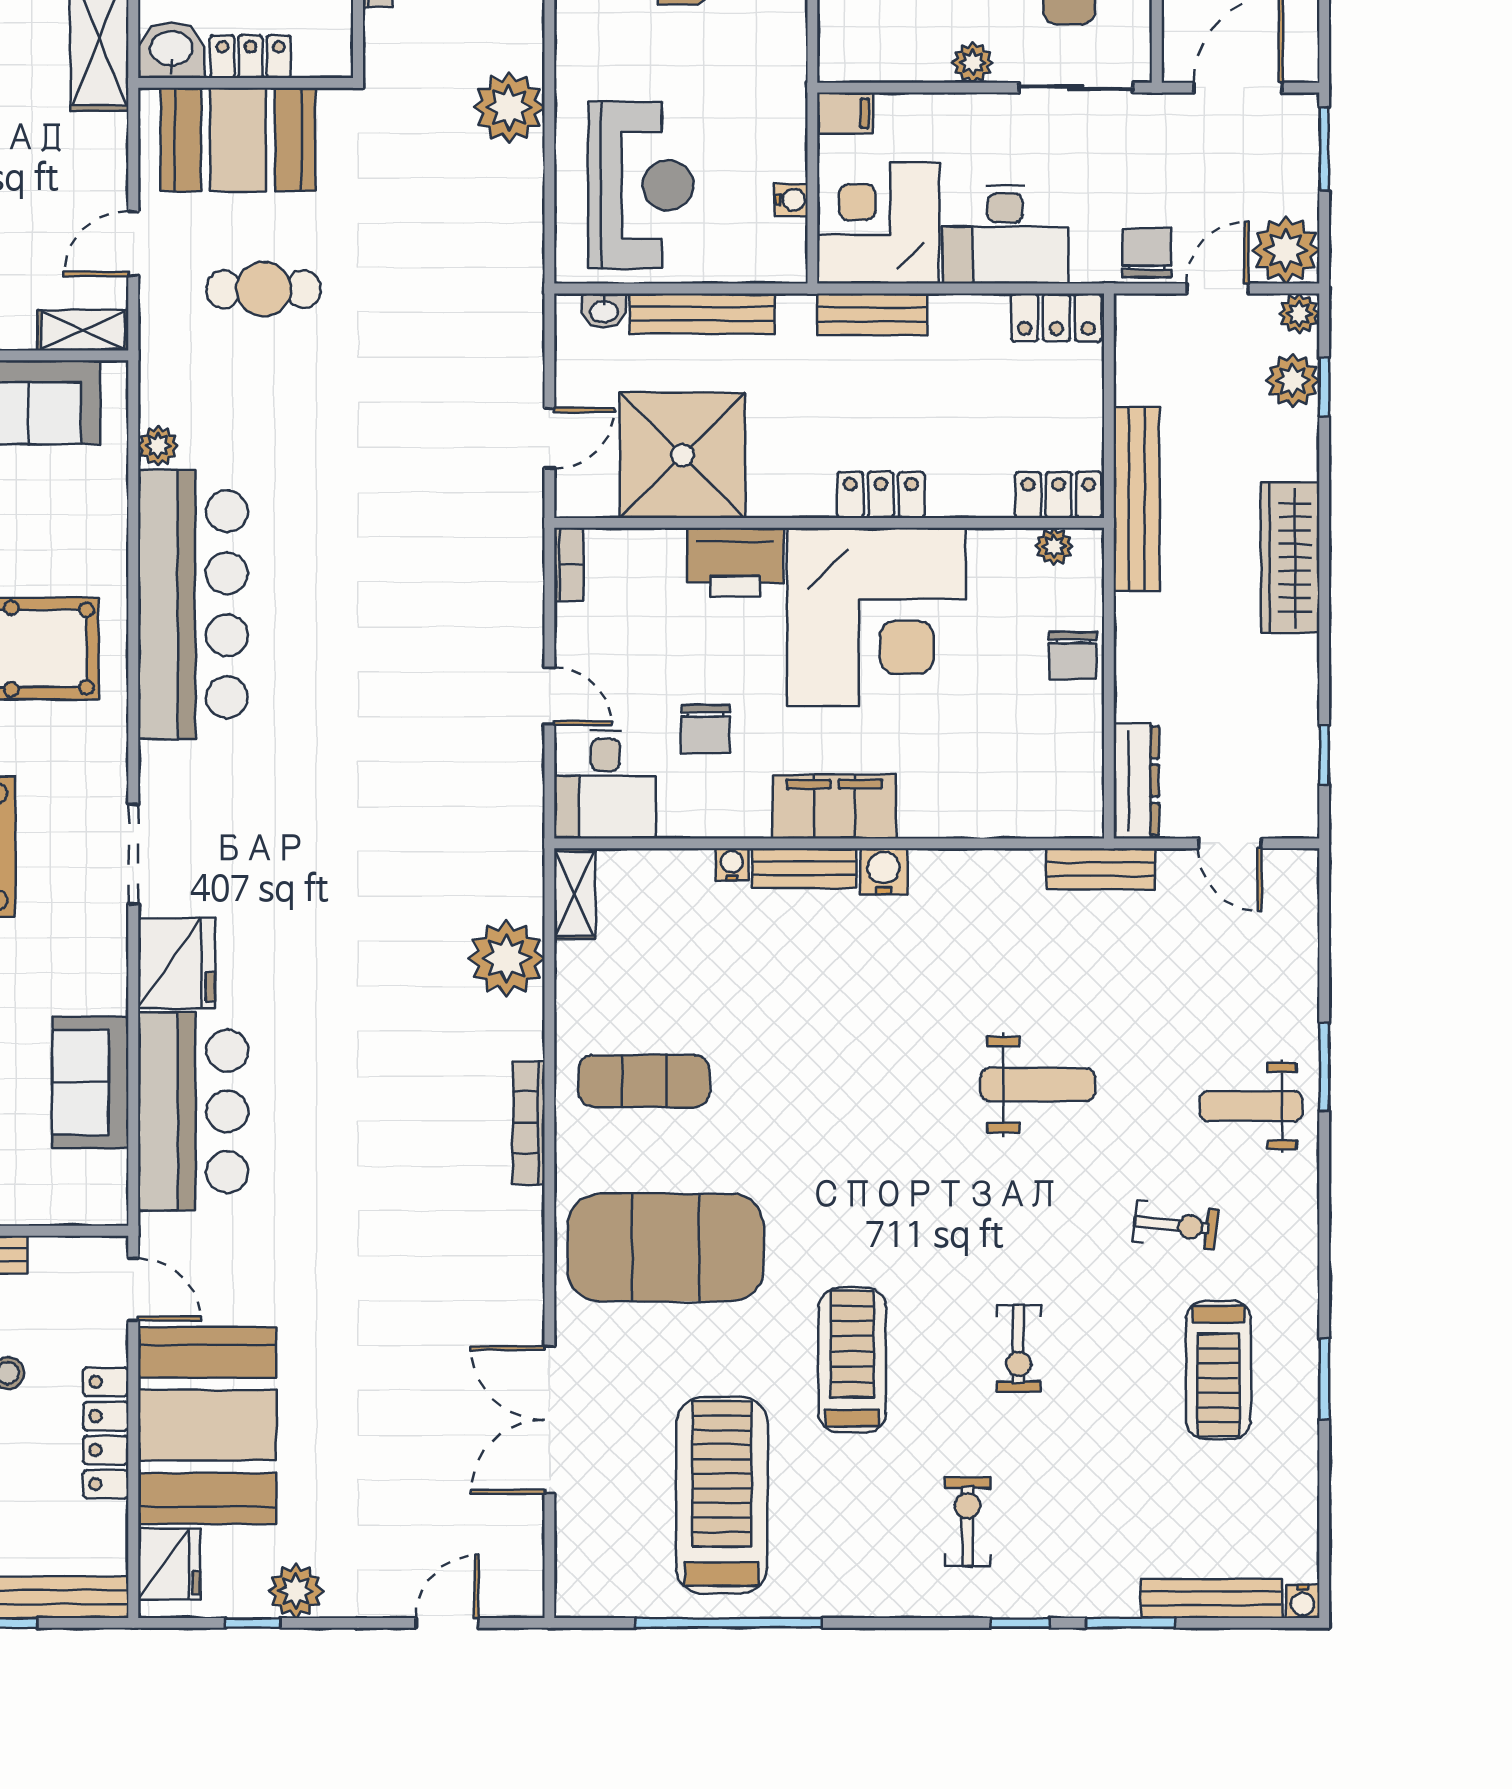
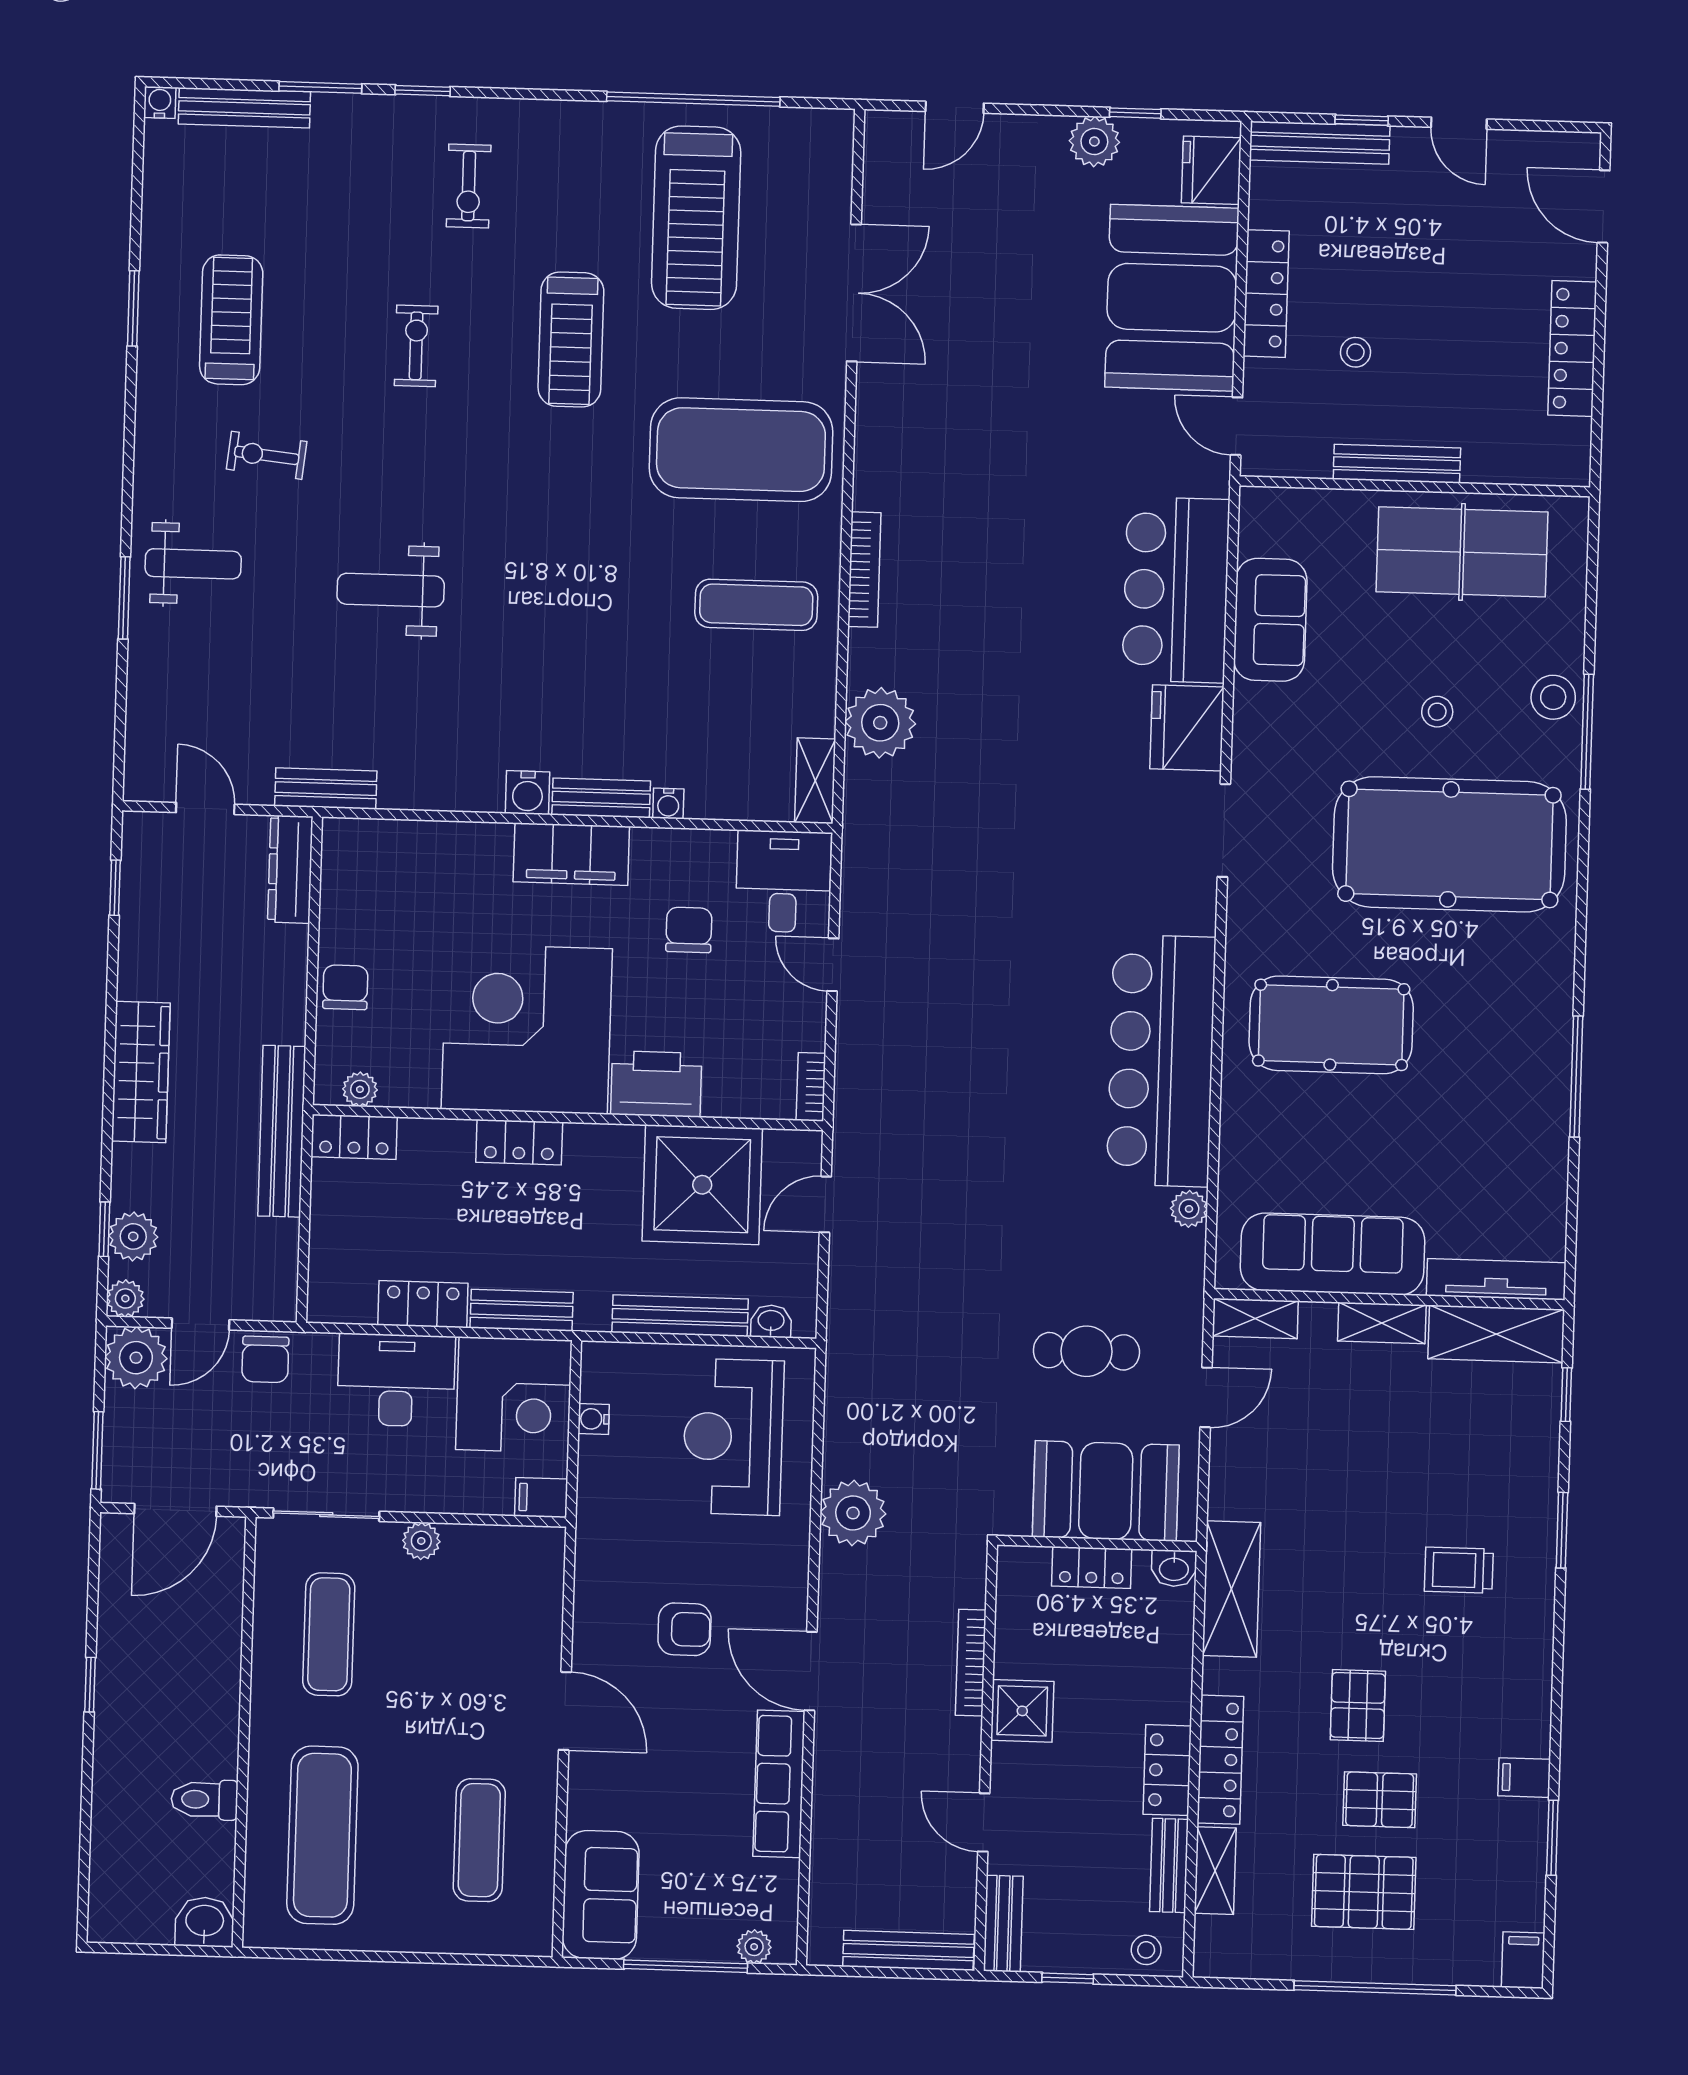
washbasin: (171, 50) -> (1174, 1568), width x0.72, depth x0.69
locker: (1056, 317) -> (423, 1304), moved

